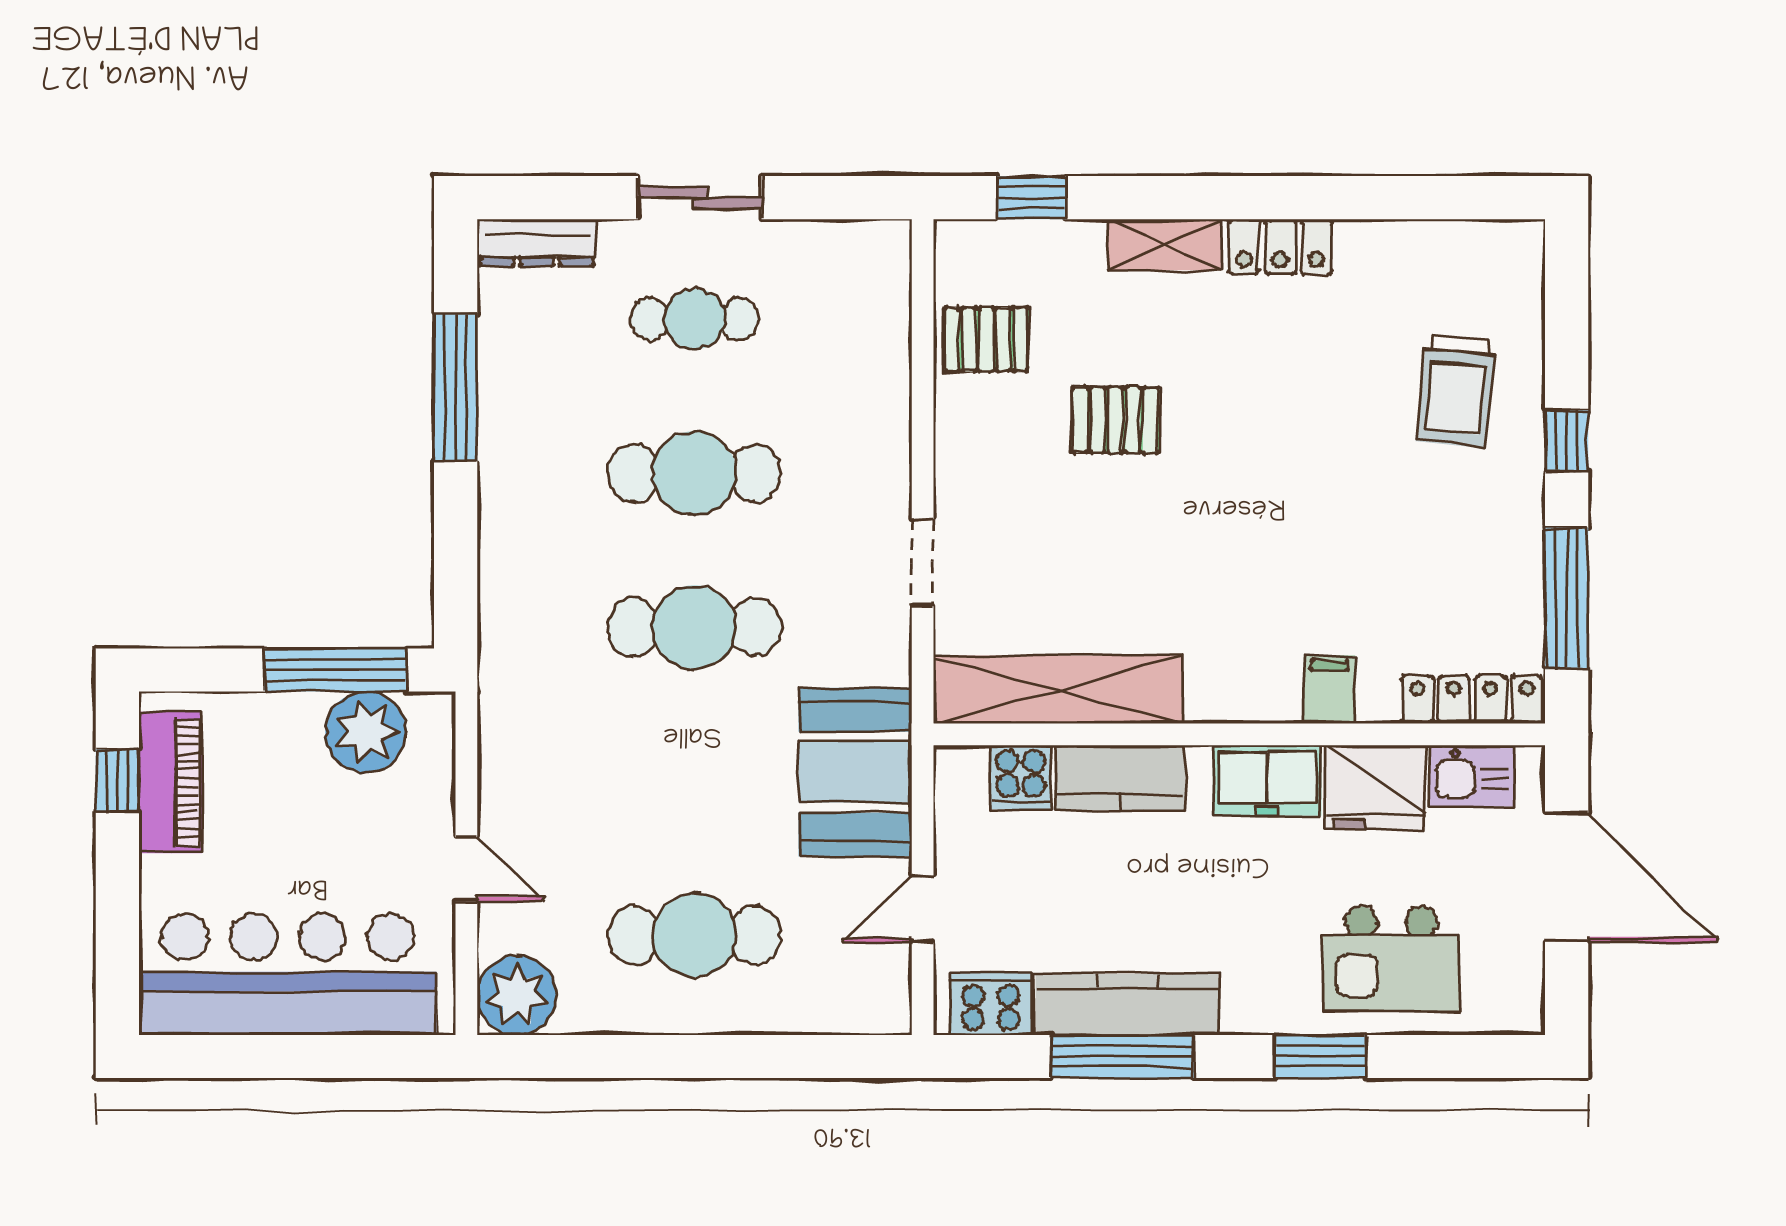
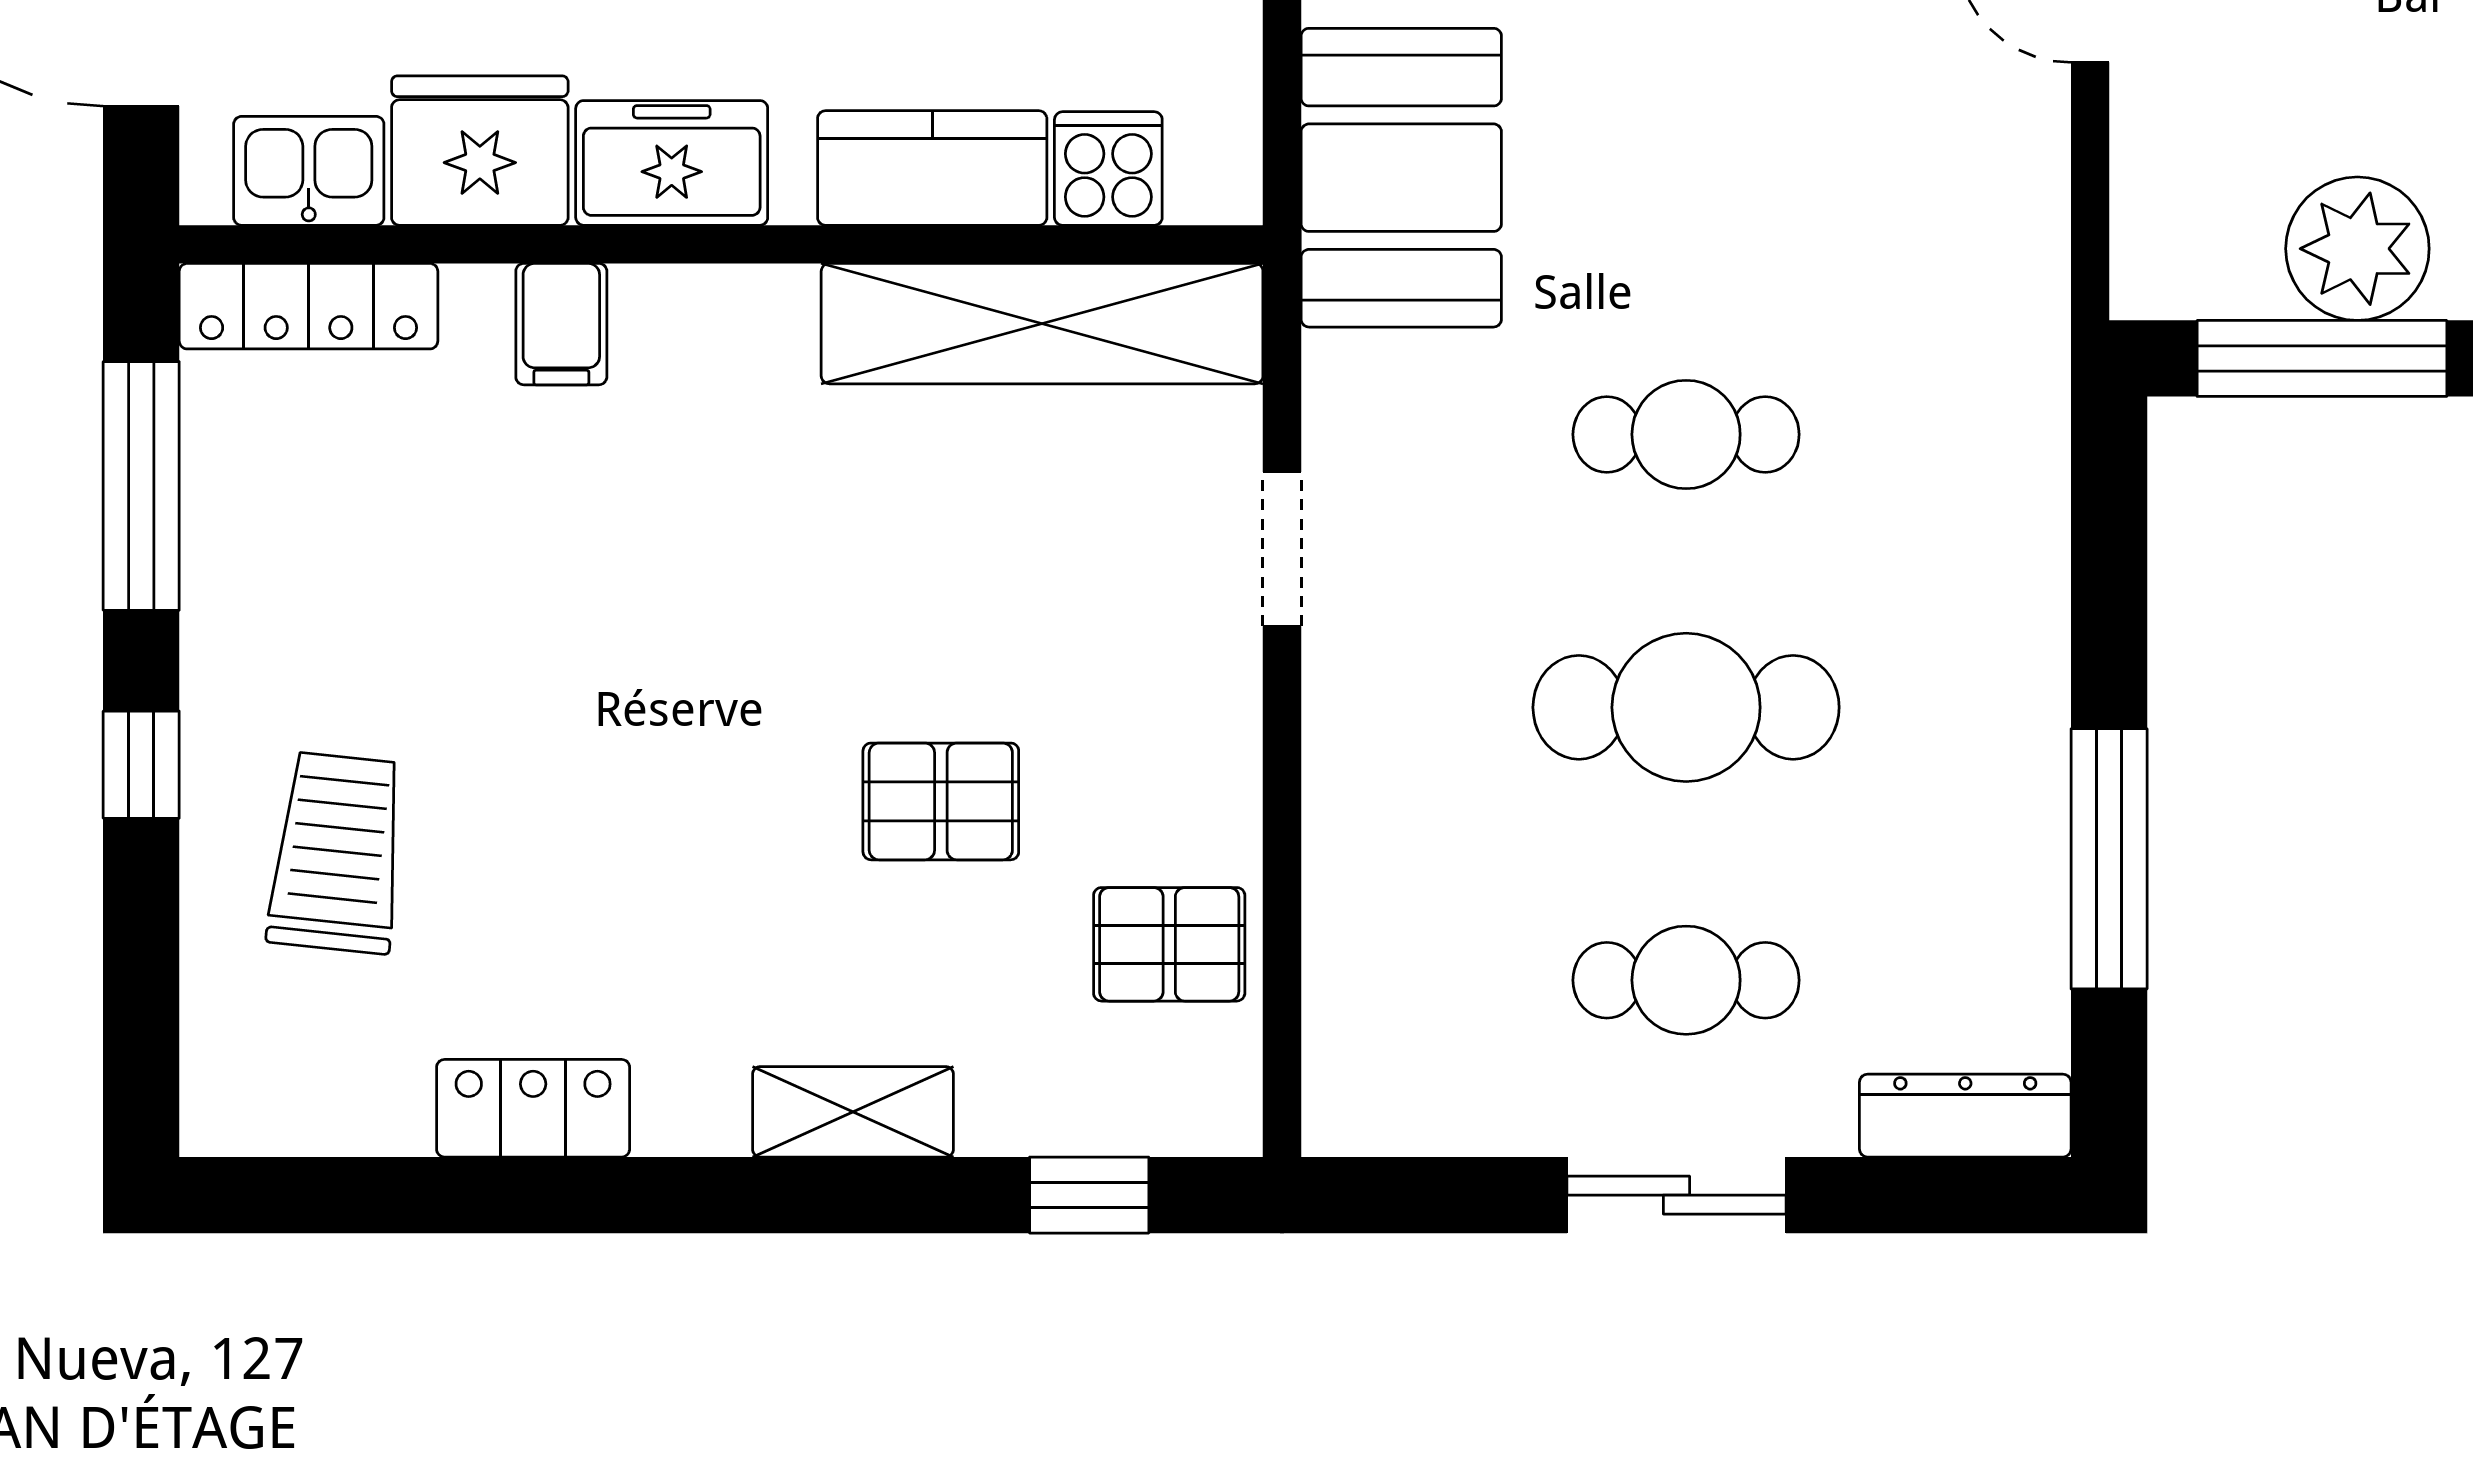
locker: (1280, 247) -> (533, 1108), moved
cafe table: (694, 627) -> (1686, 434), width x0.73, depth x0.74
plant: (366, 732) -> (2357, 249), moved

